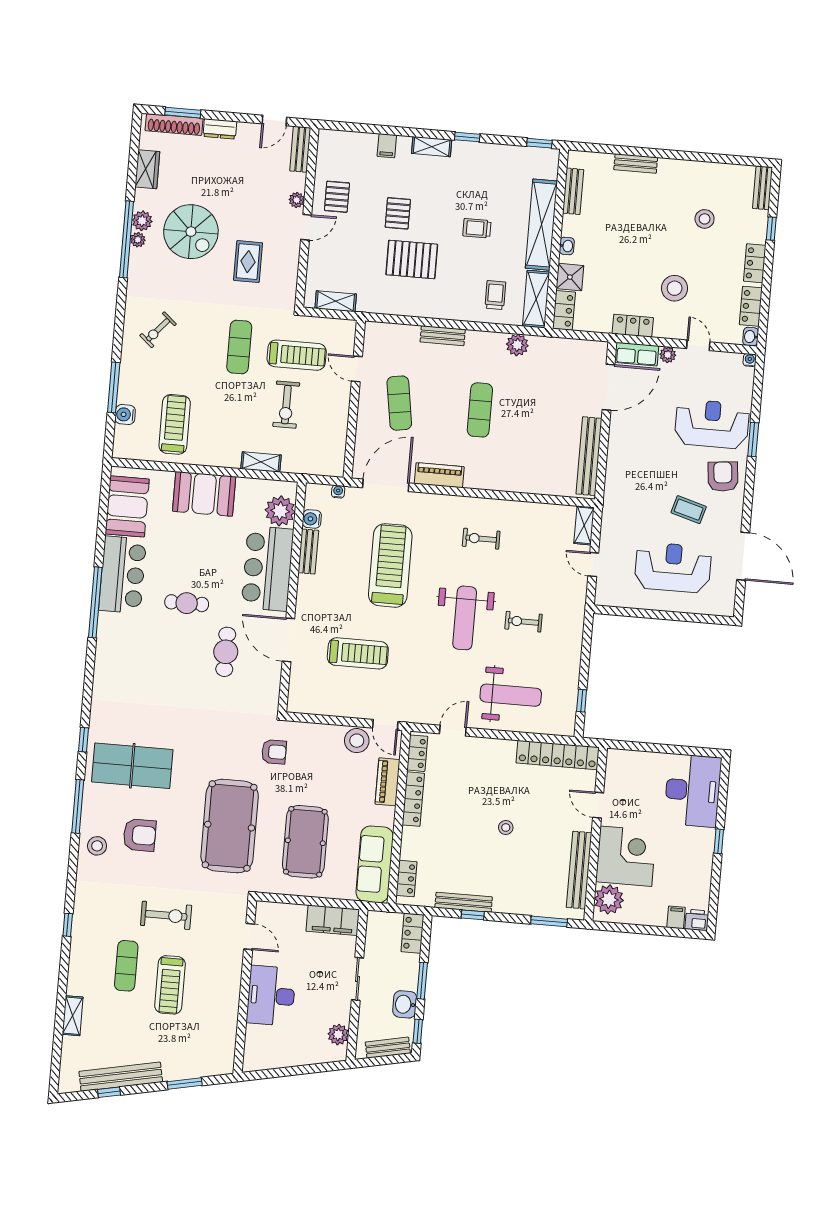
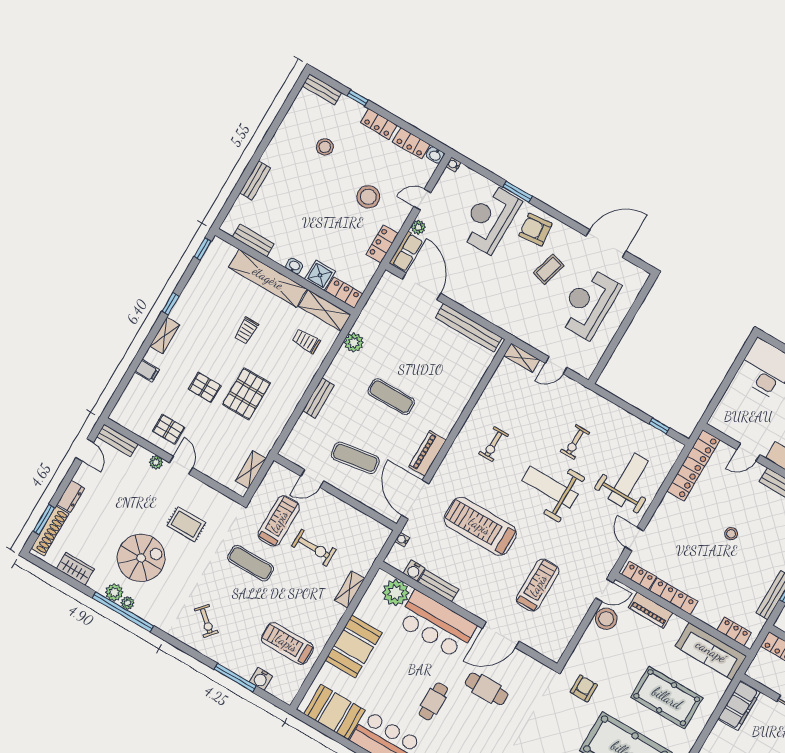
weight bench: (465, 618) -> (550, 487), turned 180

